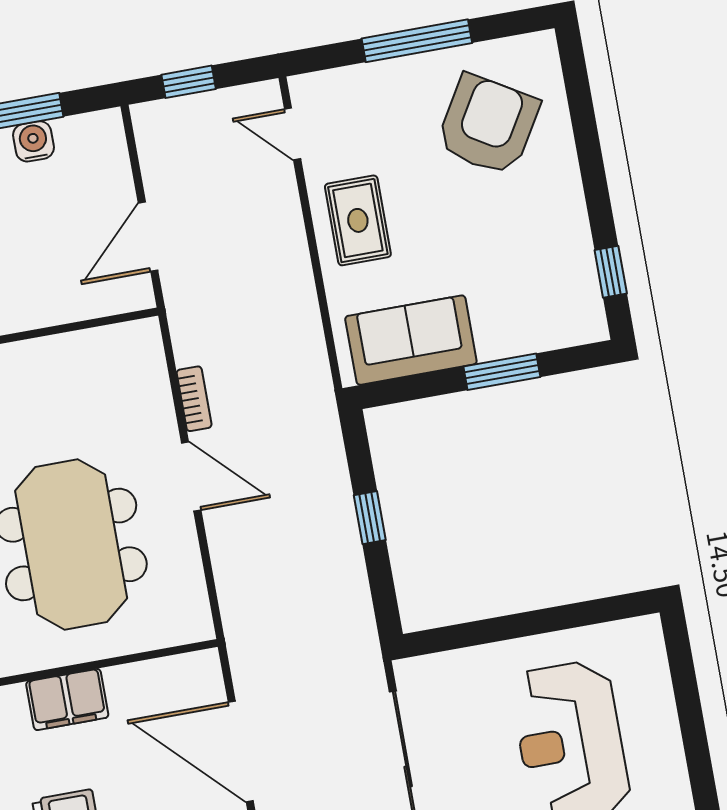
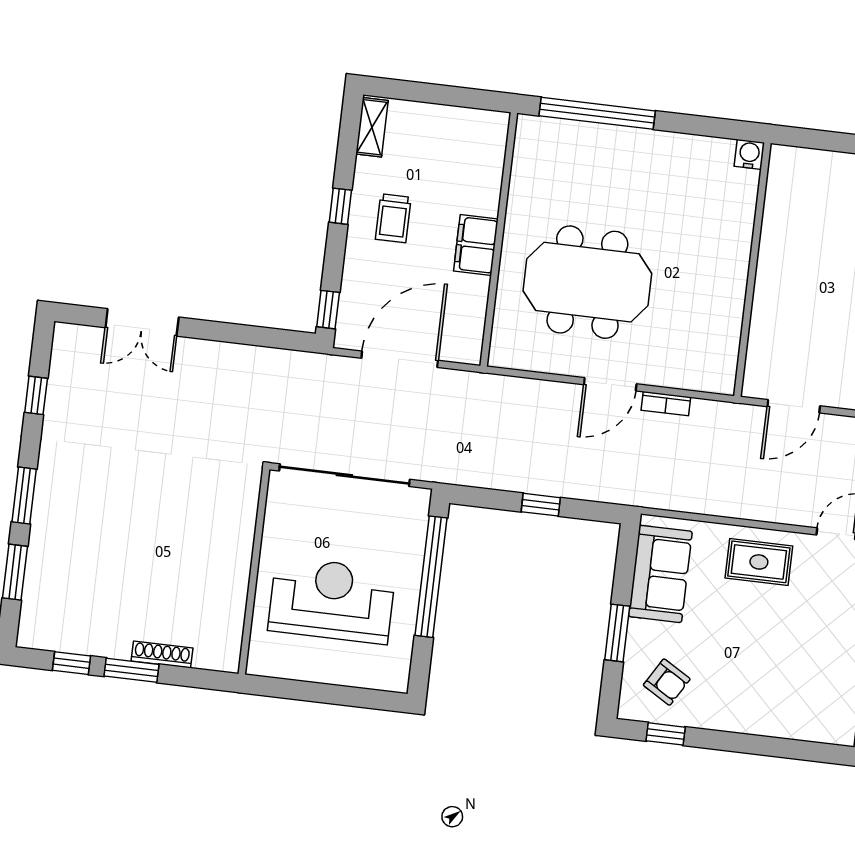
armchair: (488, 125) -> (667, 682), moved, width x0.53, depth x0.53
door: (148, 237) -> (794, 406), swing flipped
window: (503, 628) -> (431, 577), added

